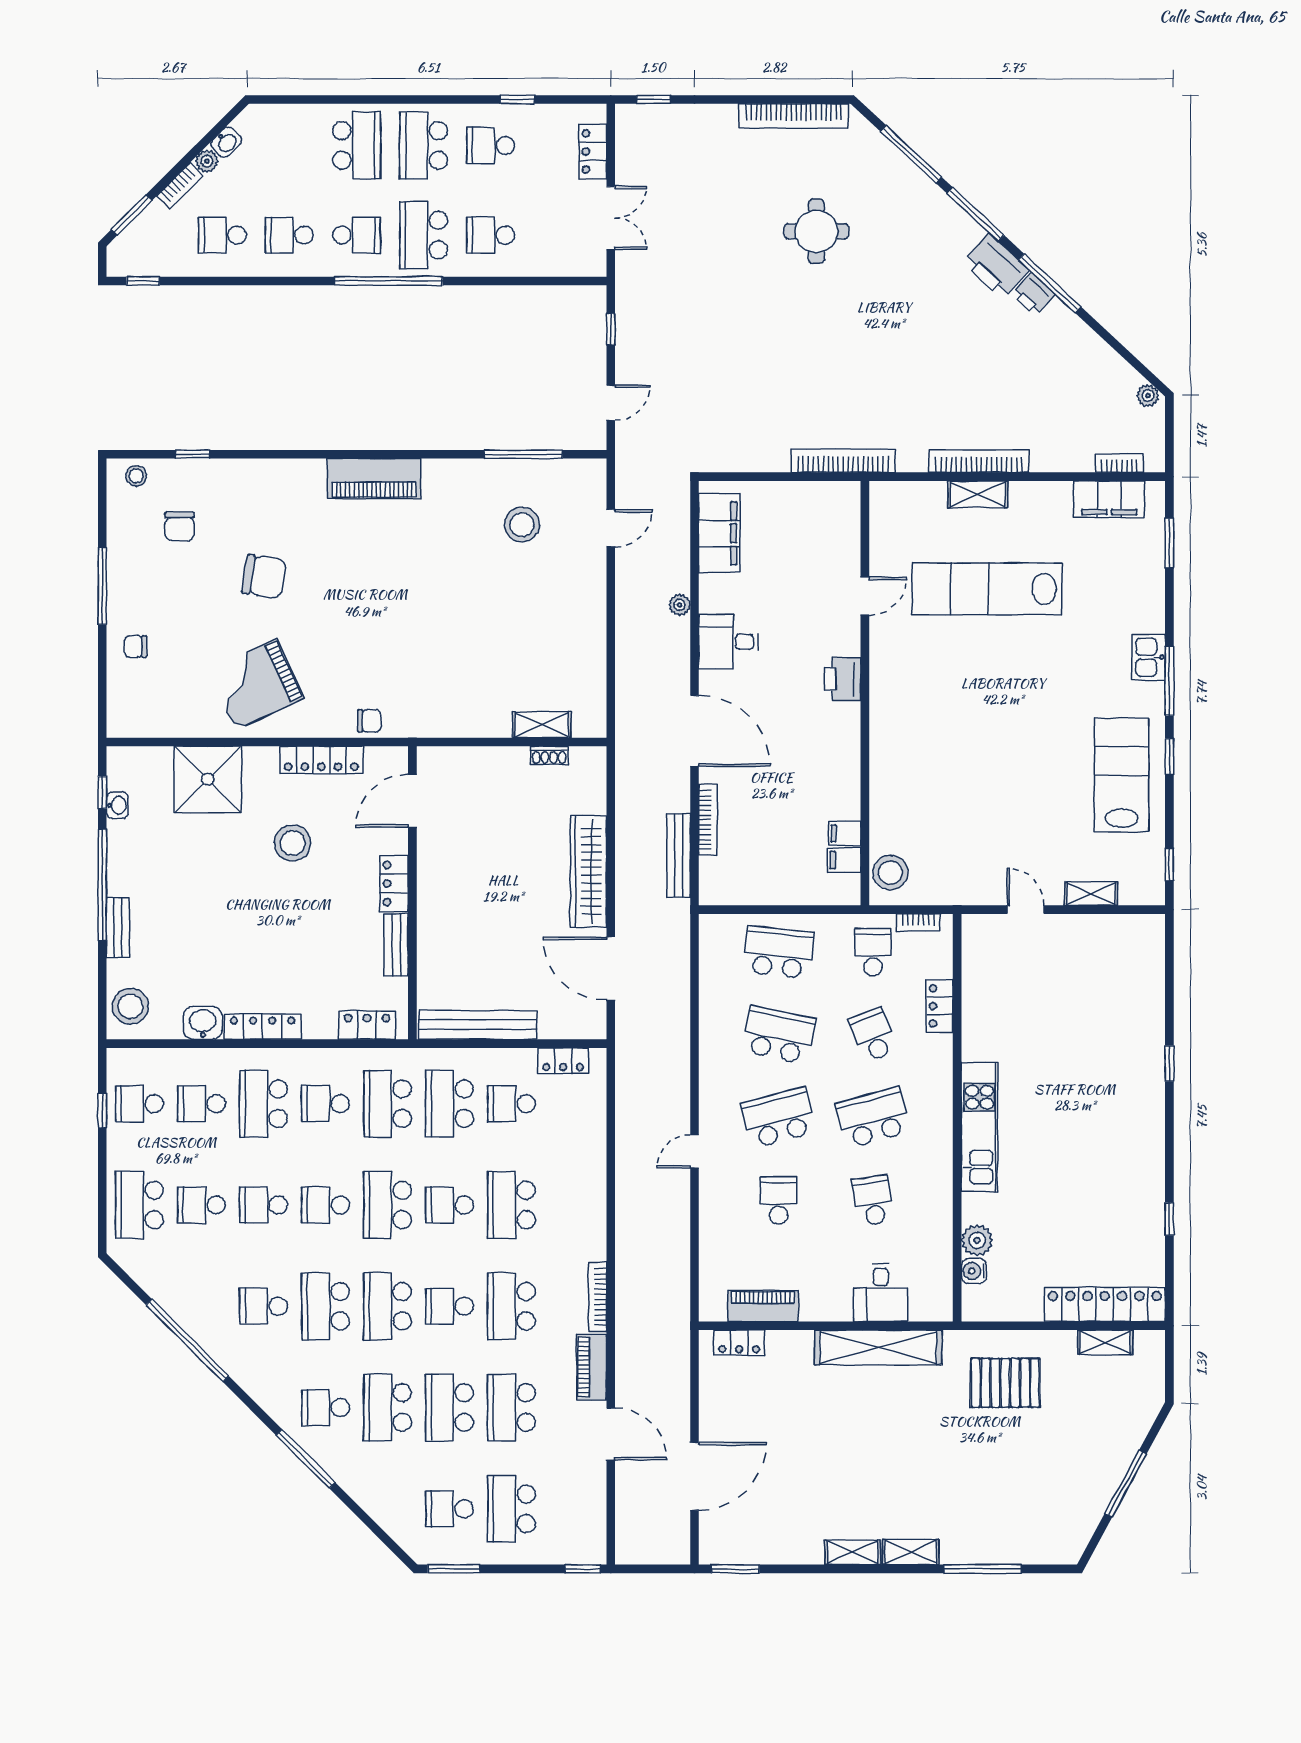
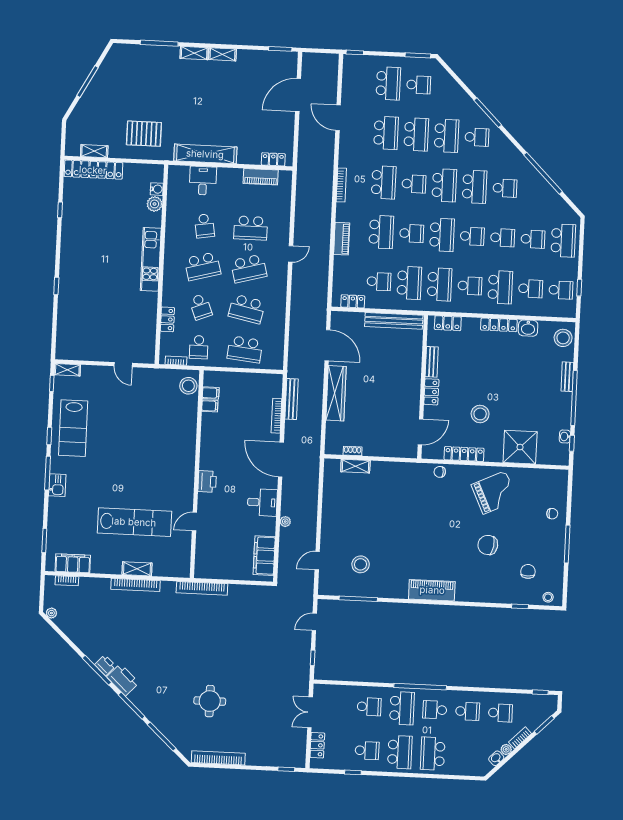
shelving: (1091, 894) -> (67, 370), moved
school desk: (779, 1200) -> (251, 228), width x1.85
piano: (592, 1367) -> (342, 239), moved

